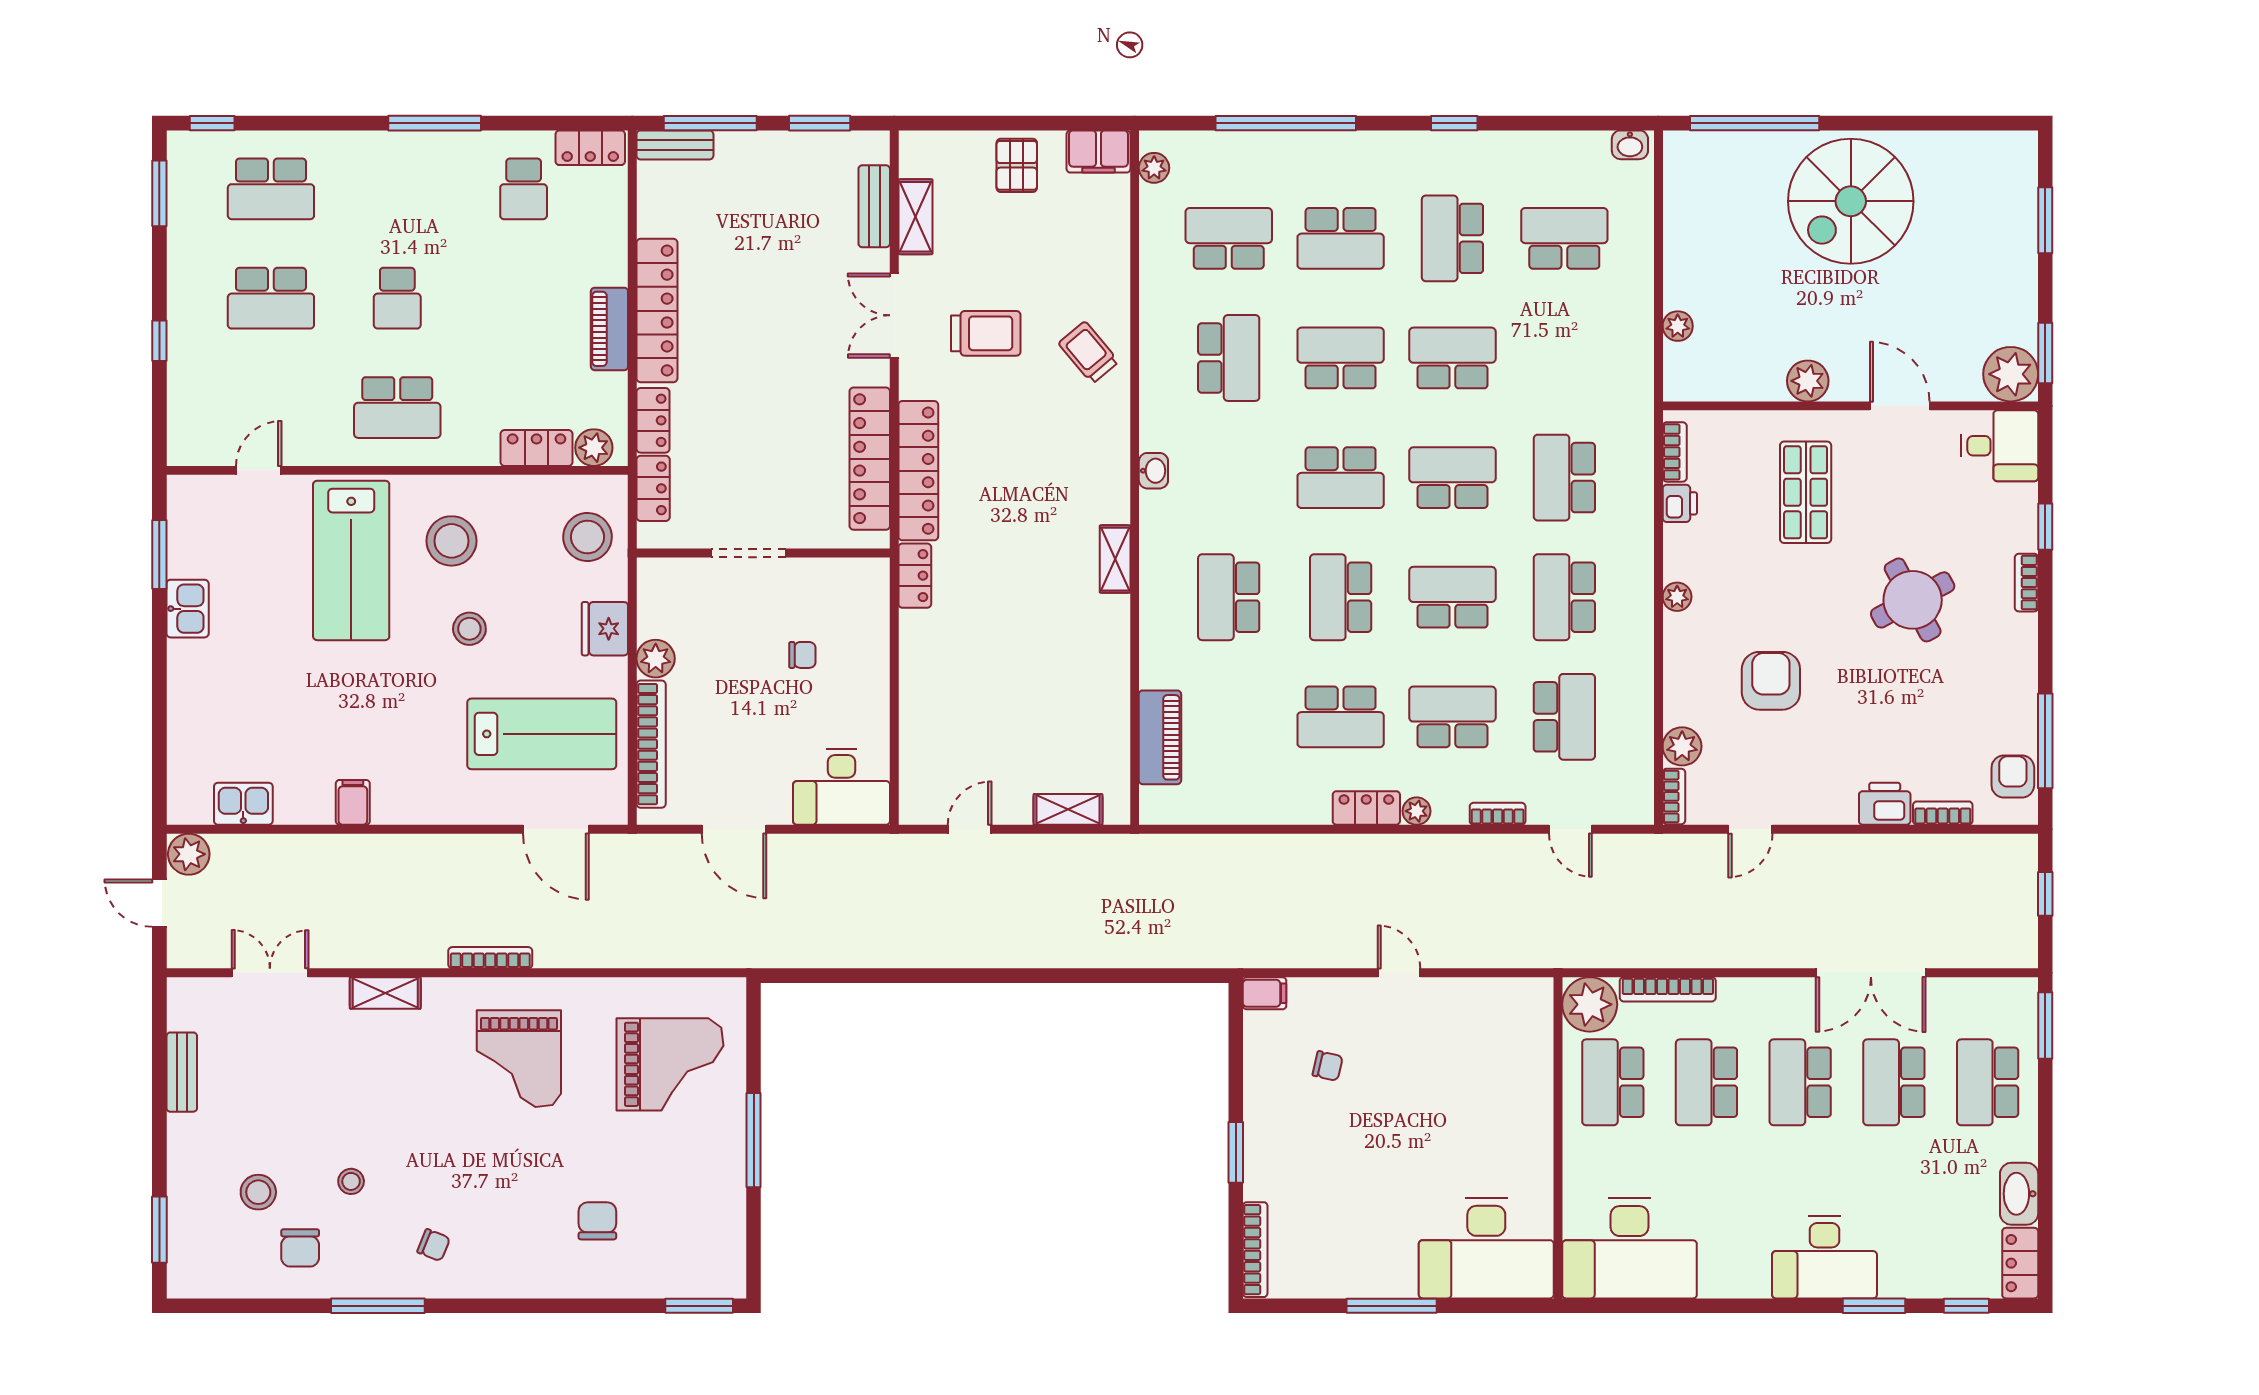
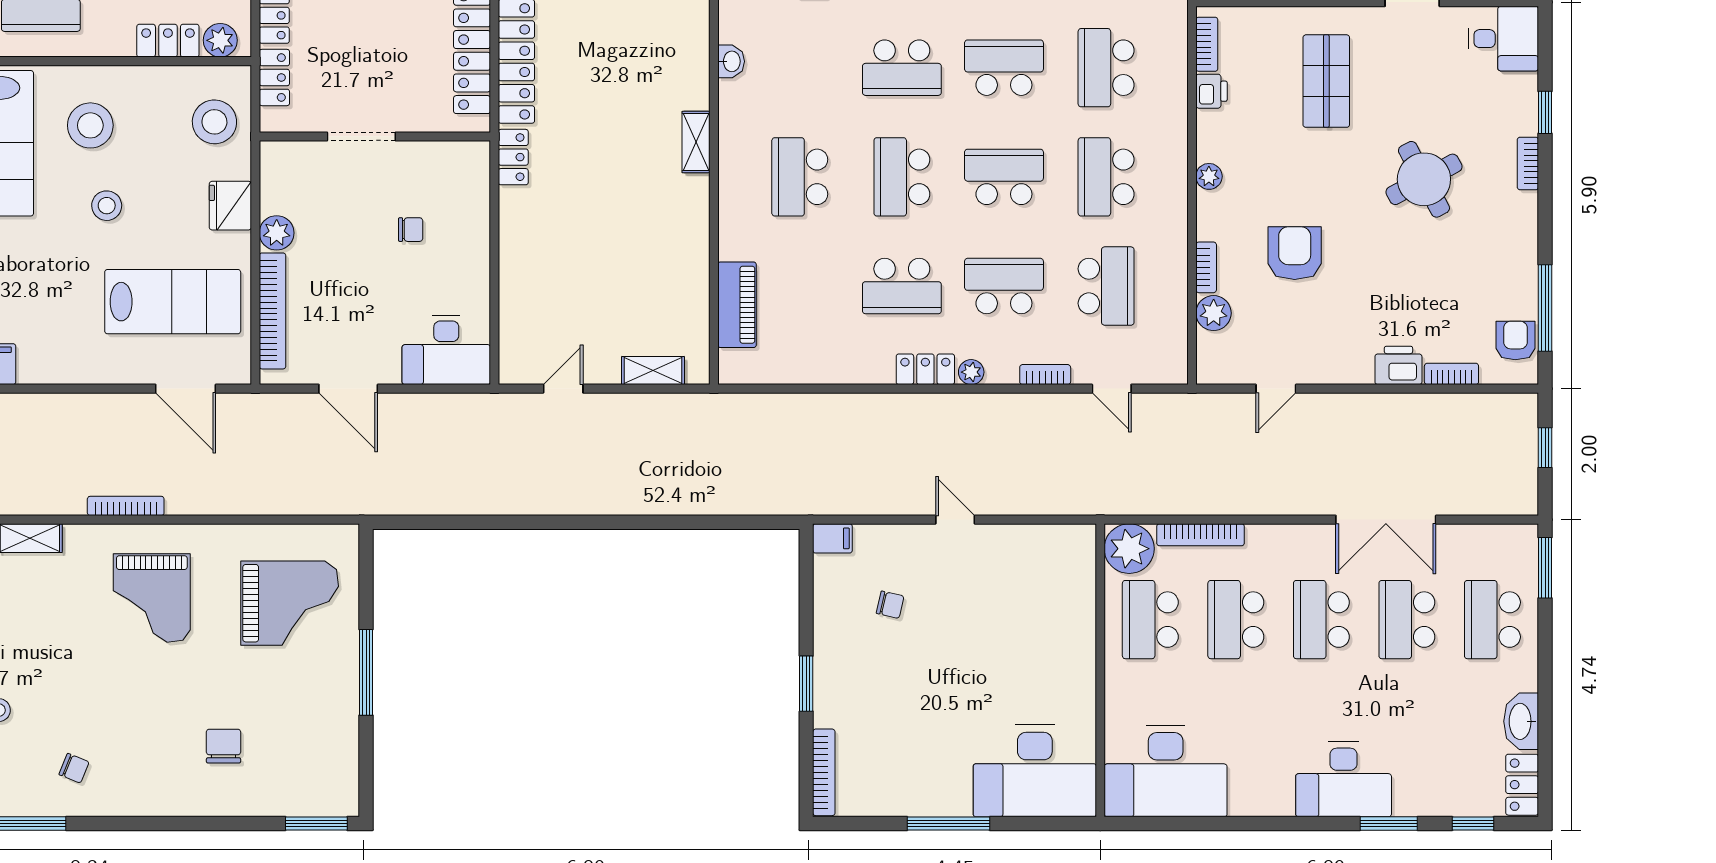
bookcase: (1674, 796) -> (1206, 267), moved

